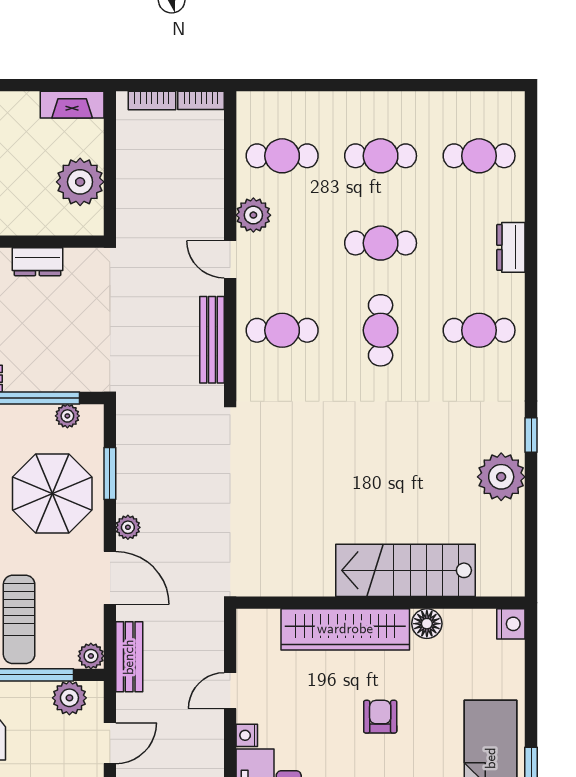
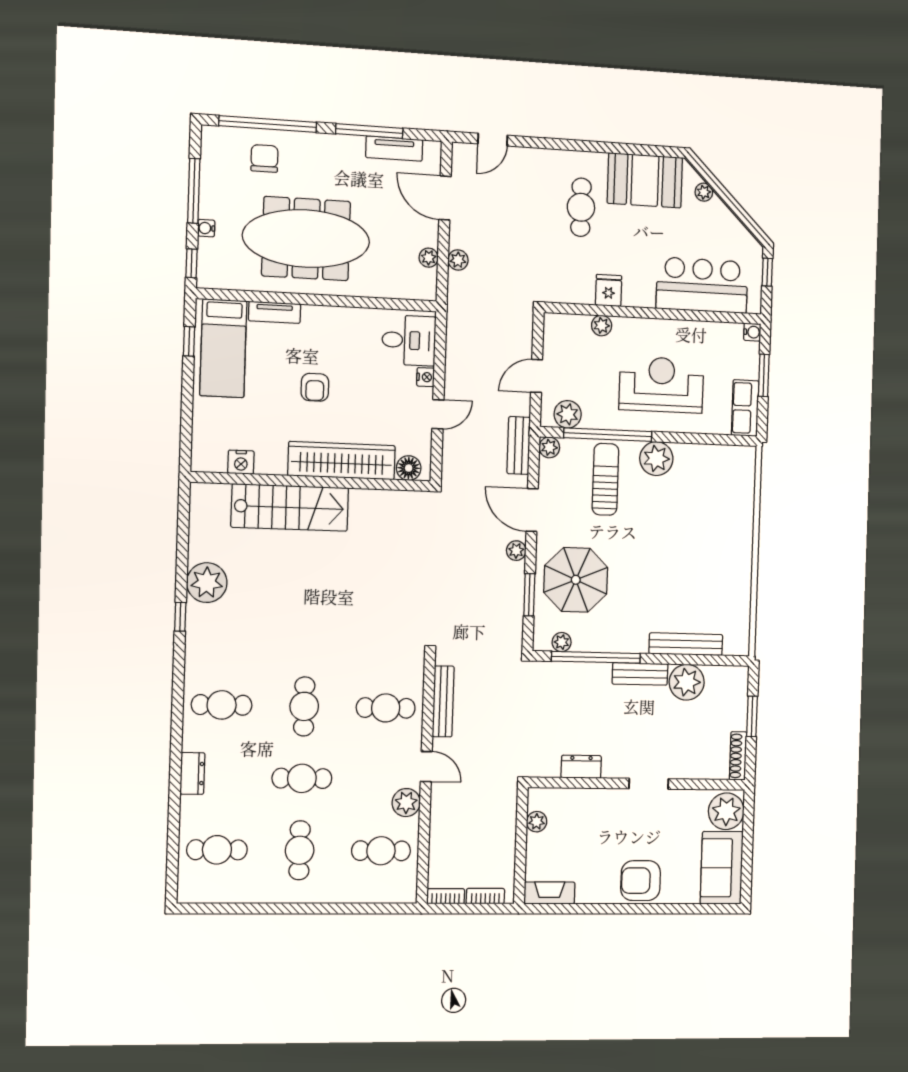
cafe table: (381, 156) -> (300, 850), turned 90
plant: (80, 182) -> (537, 822), width x0.53, depth x0.53
floor lamp: (427, 624) -> (409, 468), moved
nightstand: (511, 624) -> (241, 462), moved, turned -90

